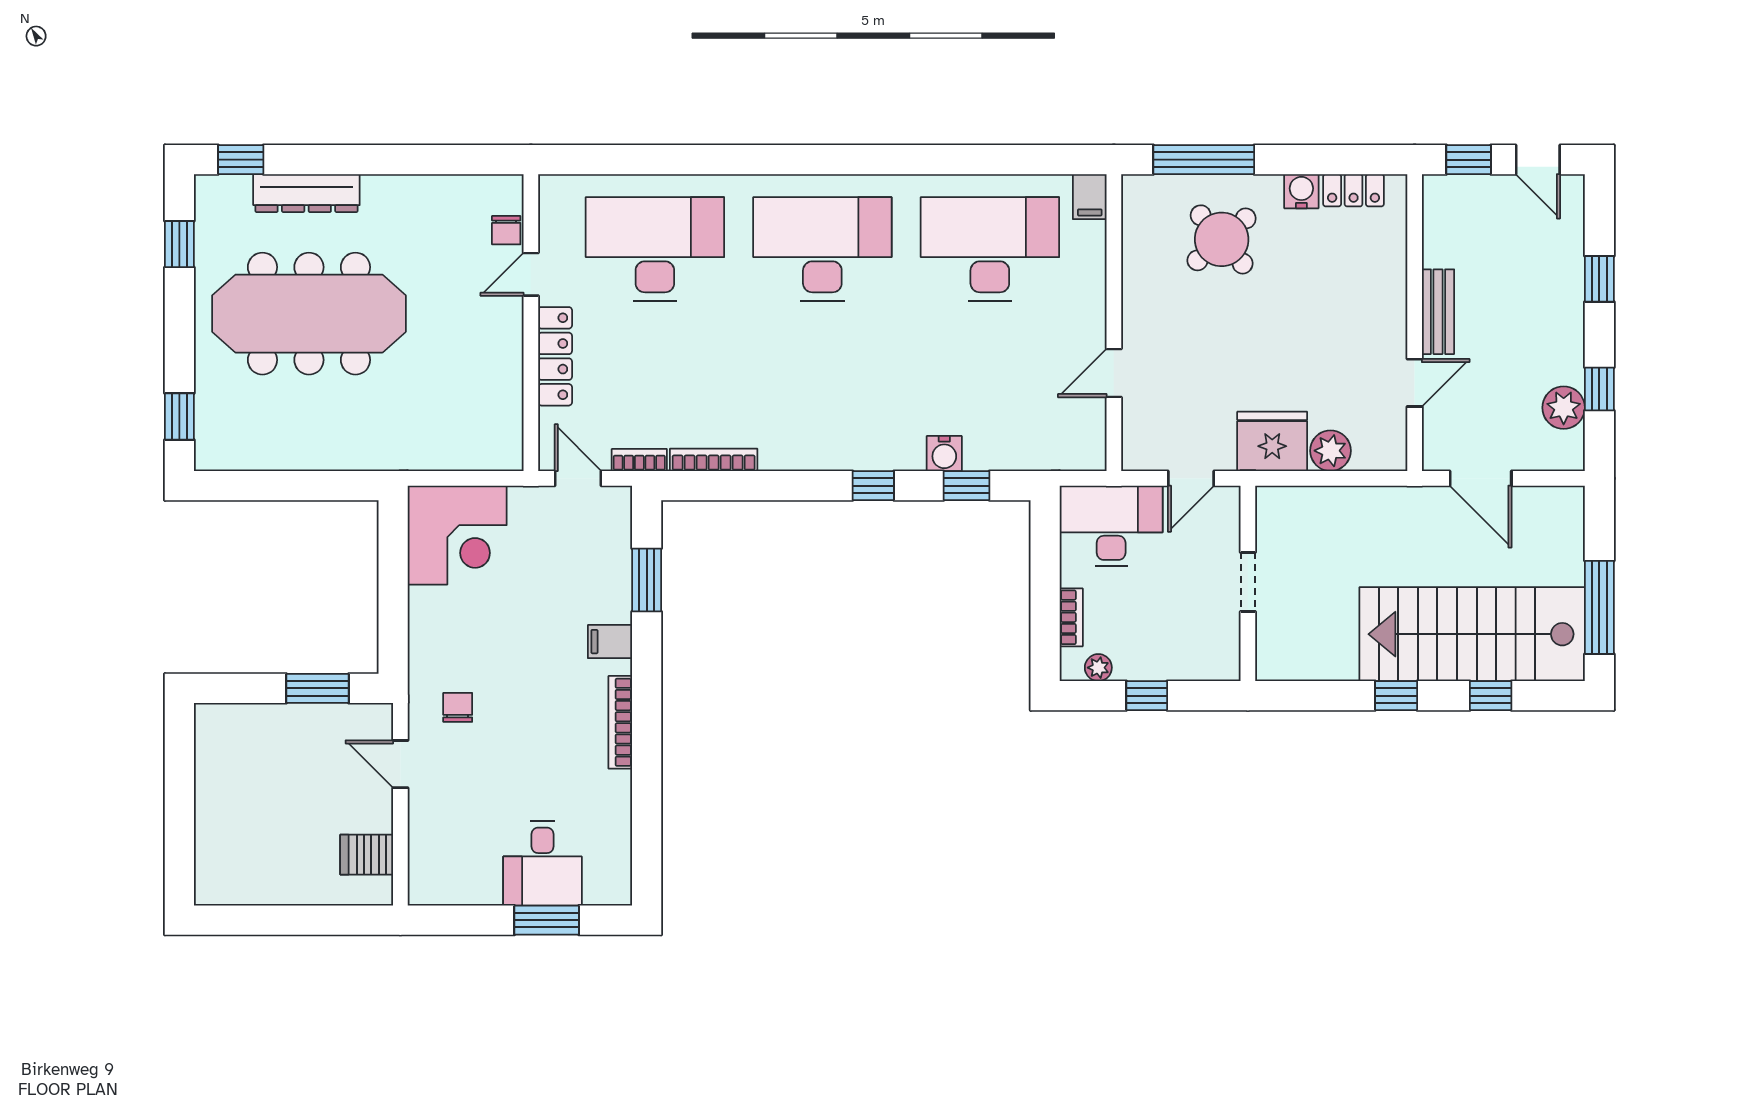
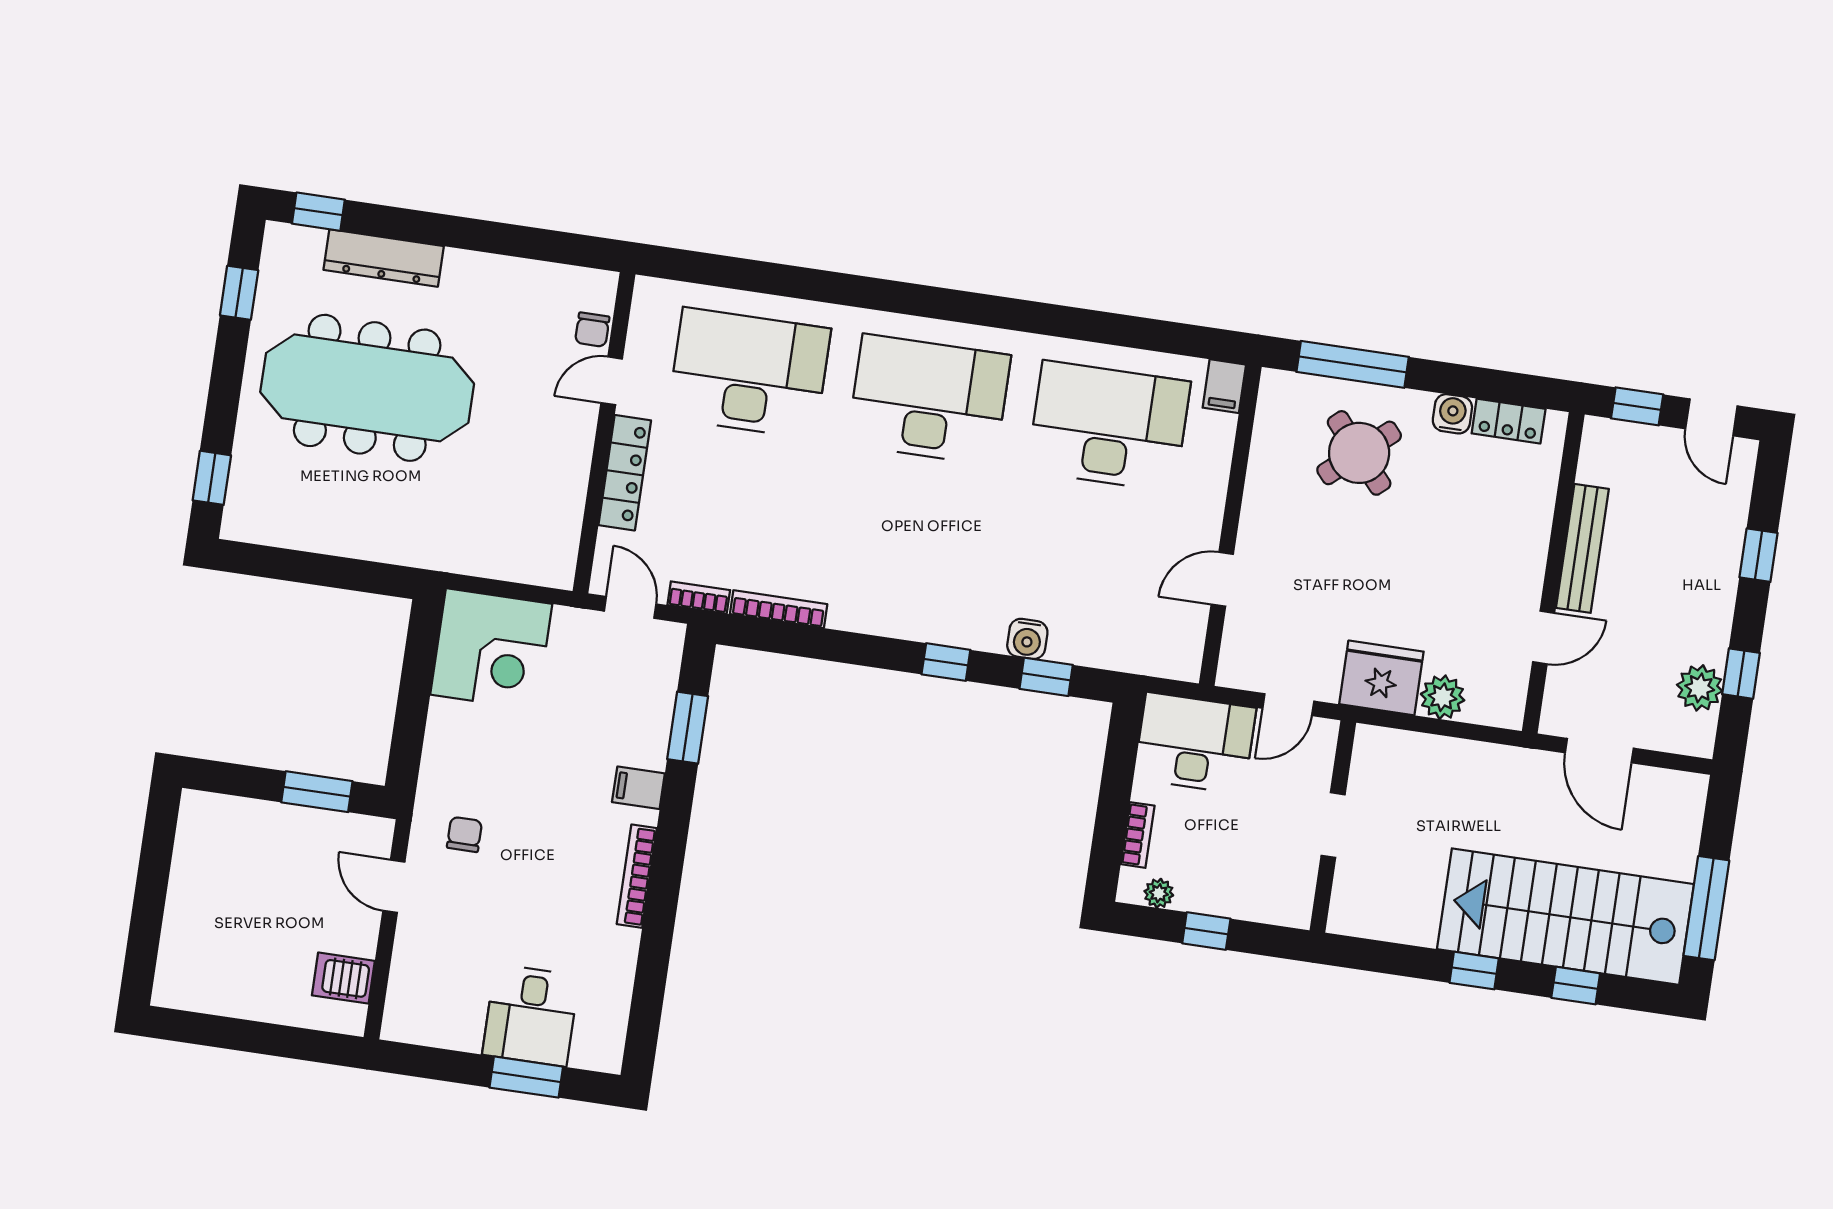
bench: (1438, 312) -> (1582, 548), width x1.36

